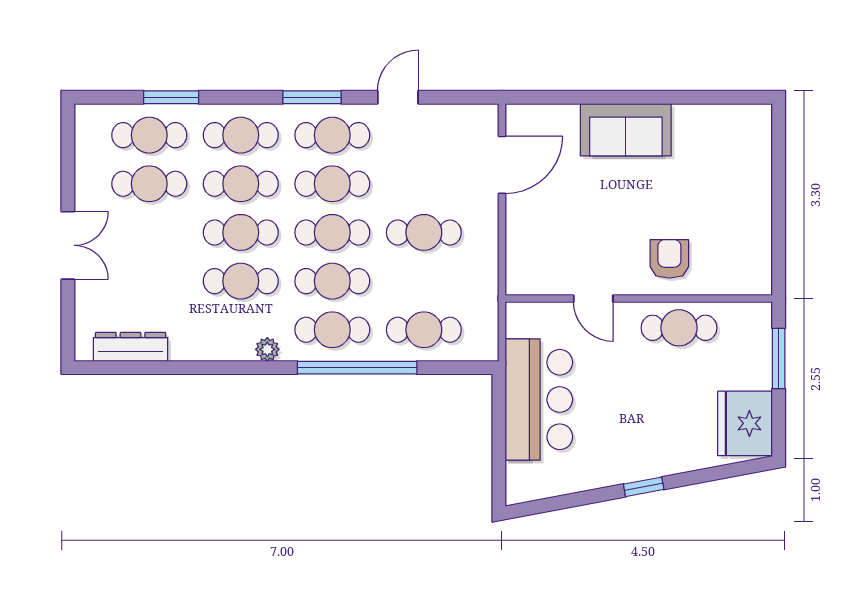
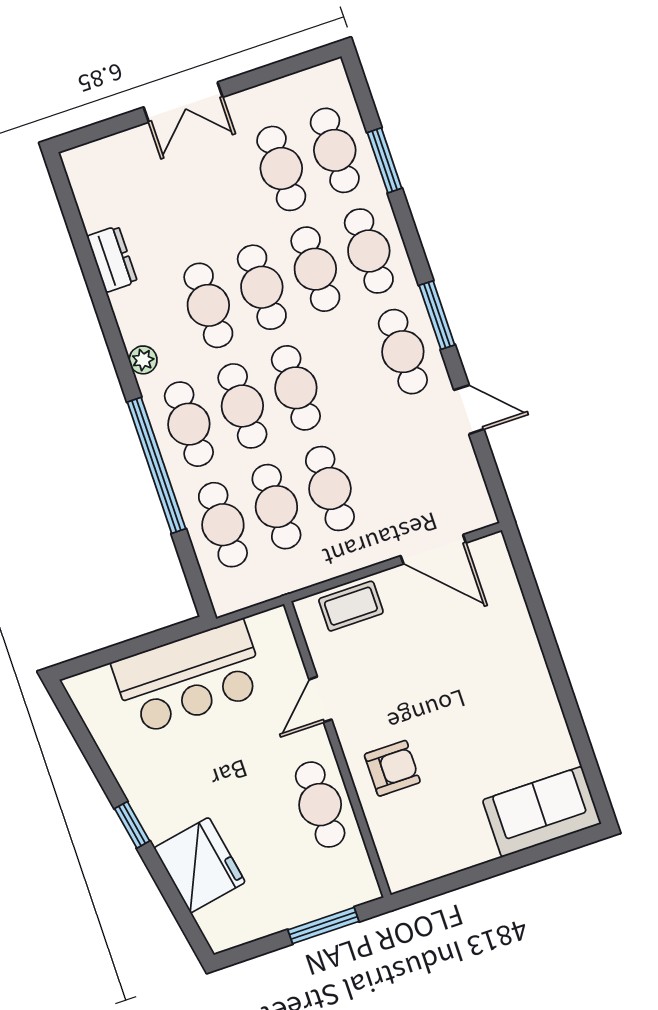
sofa: (626, 130) -> (542, 812), moved, turned 90
cafe table: (332, 184) -> (276, 507), moved
coffee table: (526, 248) -> (351, 606), added
dresser: (131, 347) -> (112, 259), moved, width x0.70
fridge: (745, 423) -> (200, 865), moved, turned 79

